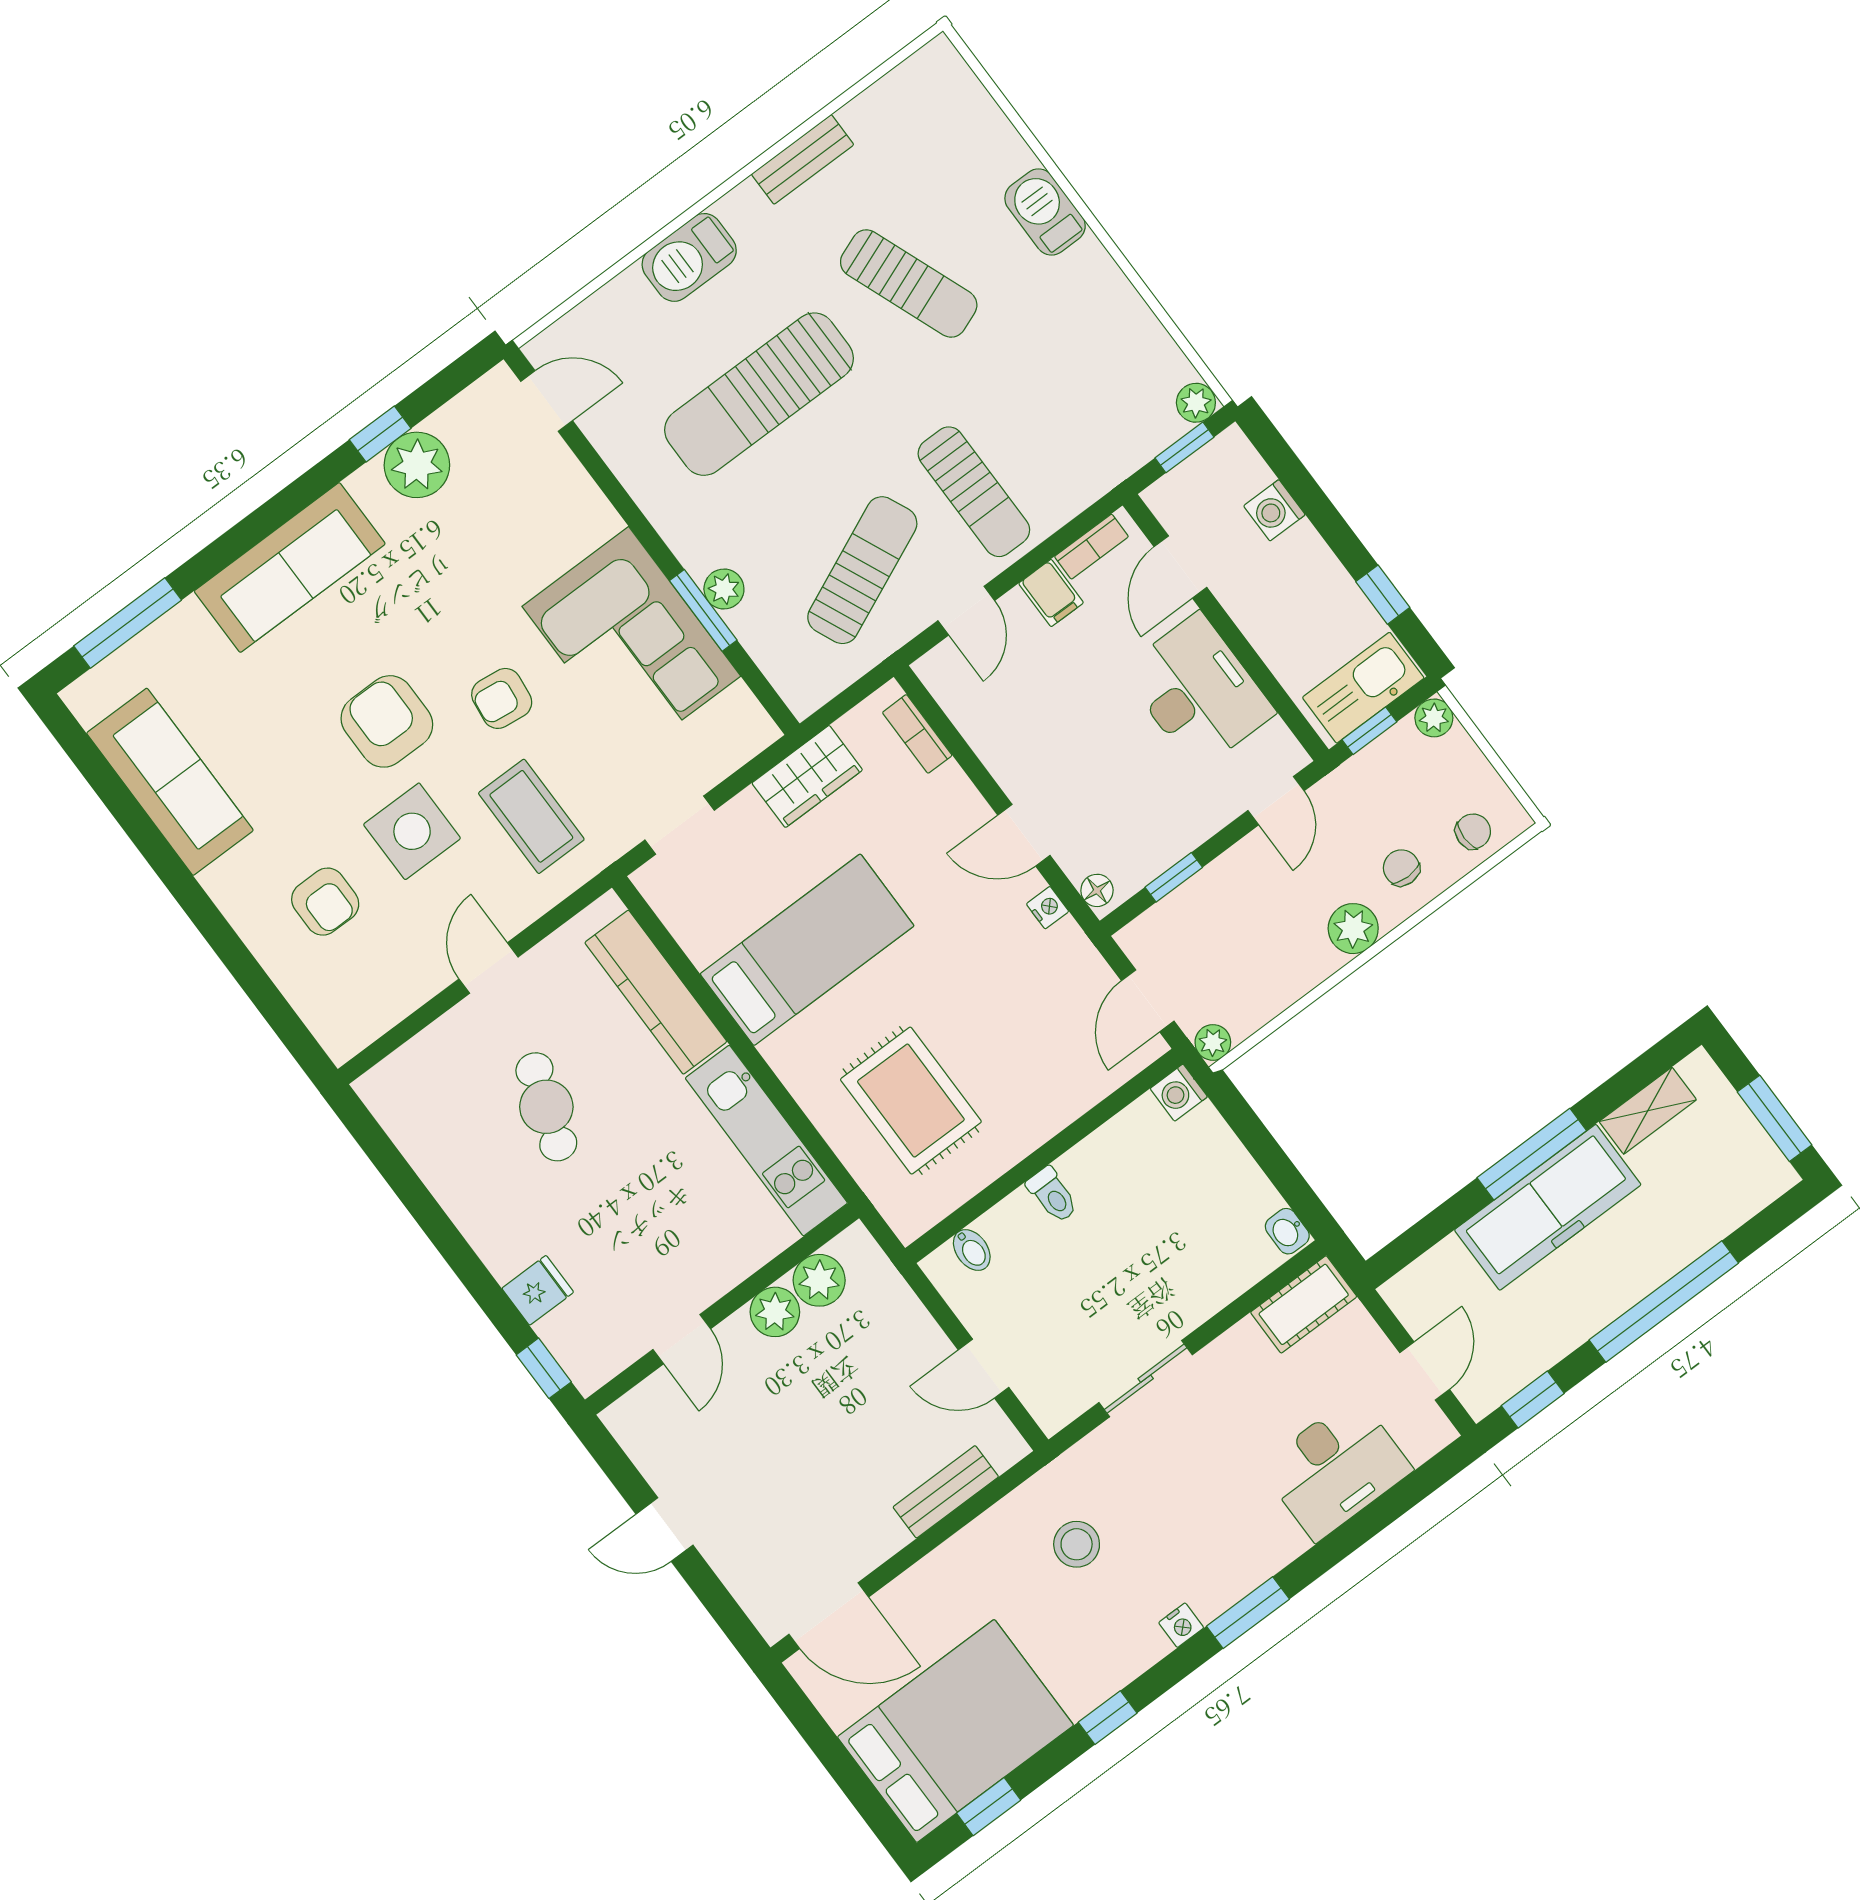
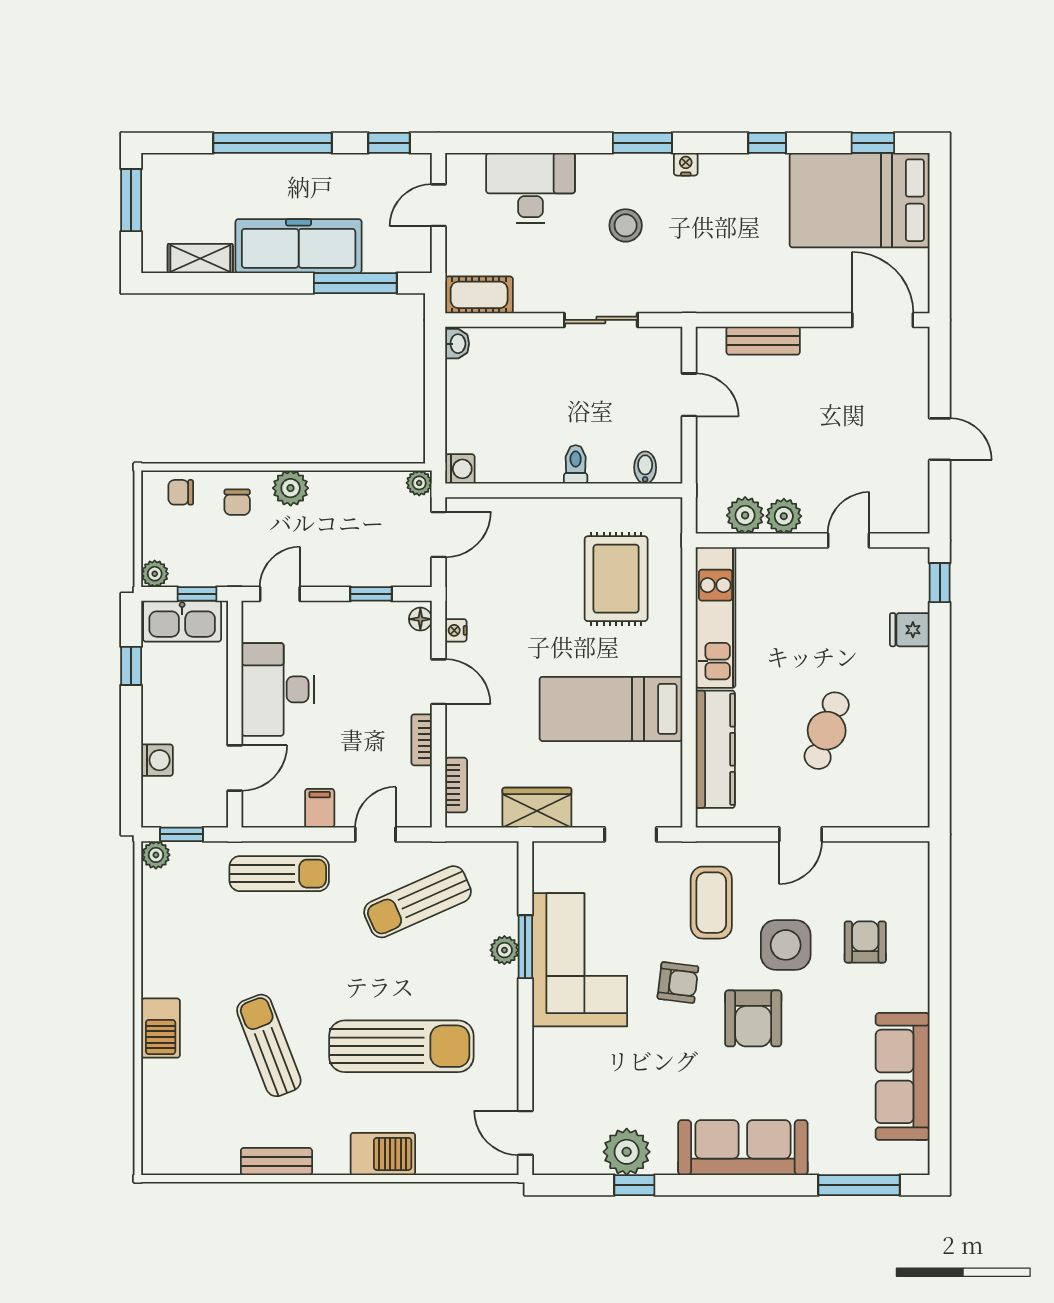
sun lounger: (974, 492) -> (279, 874), moved, turned 90
bookcase: (1091, 547) -> (422, 740), moved, turned -90
window: (1532, 1154) -> (355, 283), moved
stool: (1077, 1544) -> (626, 225), moved

